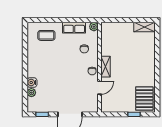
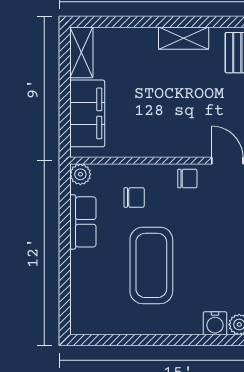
filing cabinet: (119, 29) -> (87, 113), added
coffee table: (46, 35) -> (151, 265), moved, width x1.86, depth x1.72
shelving: (105, 67) -> (184, 38), moved

